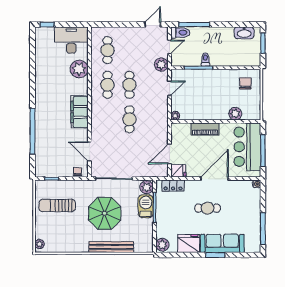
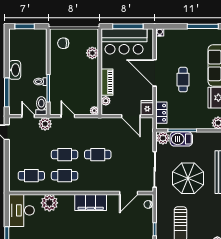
toilet: (180, 33) -> (41, 106), moved
washbasin: (244, 33) -> (15, 70), moved
plant: (185, 128) -> (106, 101), added

